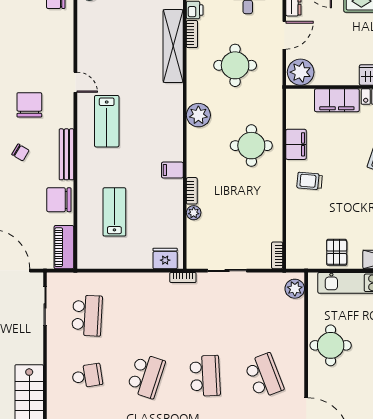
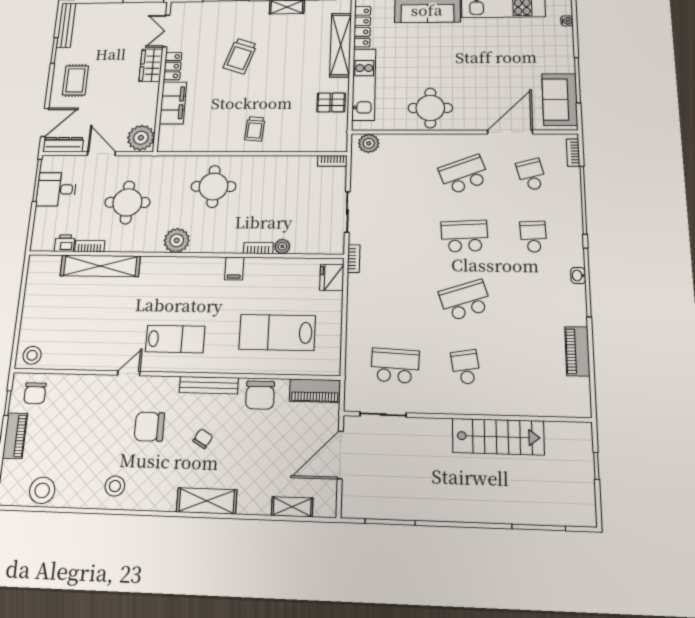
filing cabinet: (296, 144) -> (215, 142), removed
lab bench: (114, 212) -> (277, 332), width x1.36, depth x1.39
school desk: (146, 376) -> (465, 300), turned -36

